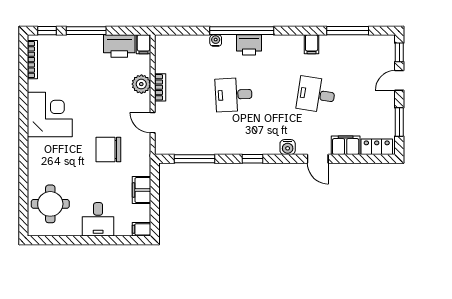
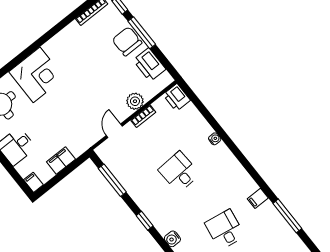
window: (242, 31) -> (228, 142), removed
water cooler: (216, 41) -> (215, 139), moved
filing cabinet: (143, 44) -> (164, 81), removed
printer: (249, 45) -> (177, 97), moved
corner desk: (50, 115) -> (37, 75), moved
chair: (108, 150) -> (127, 41), moved

